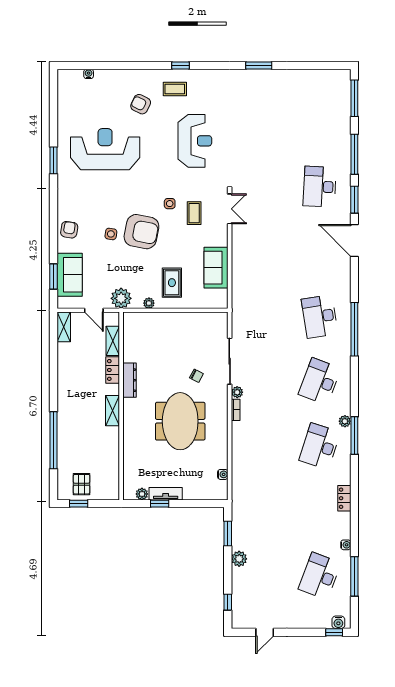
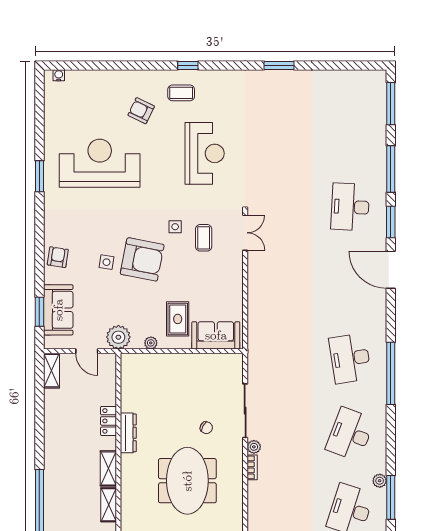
water cooler: (89, 74) -> (59, 75), moved
sofa: (216, 268) -> (216, 335), moved, turned 90
shelving: (113, 341) -> (109, 505), moved

